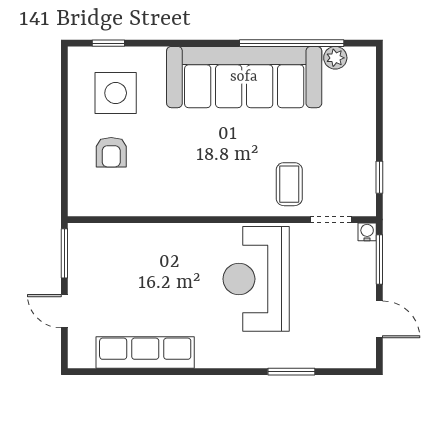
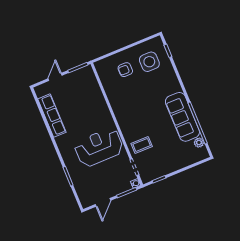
sofa: (244, 77) -> (182, 117), width x0.74, depth x0.79

